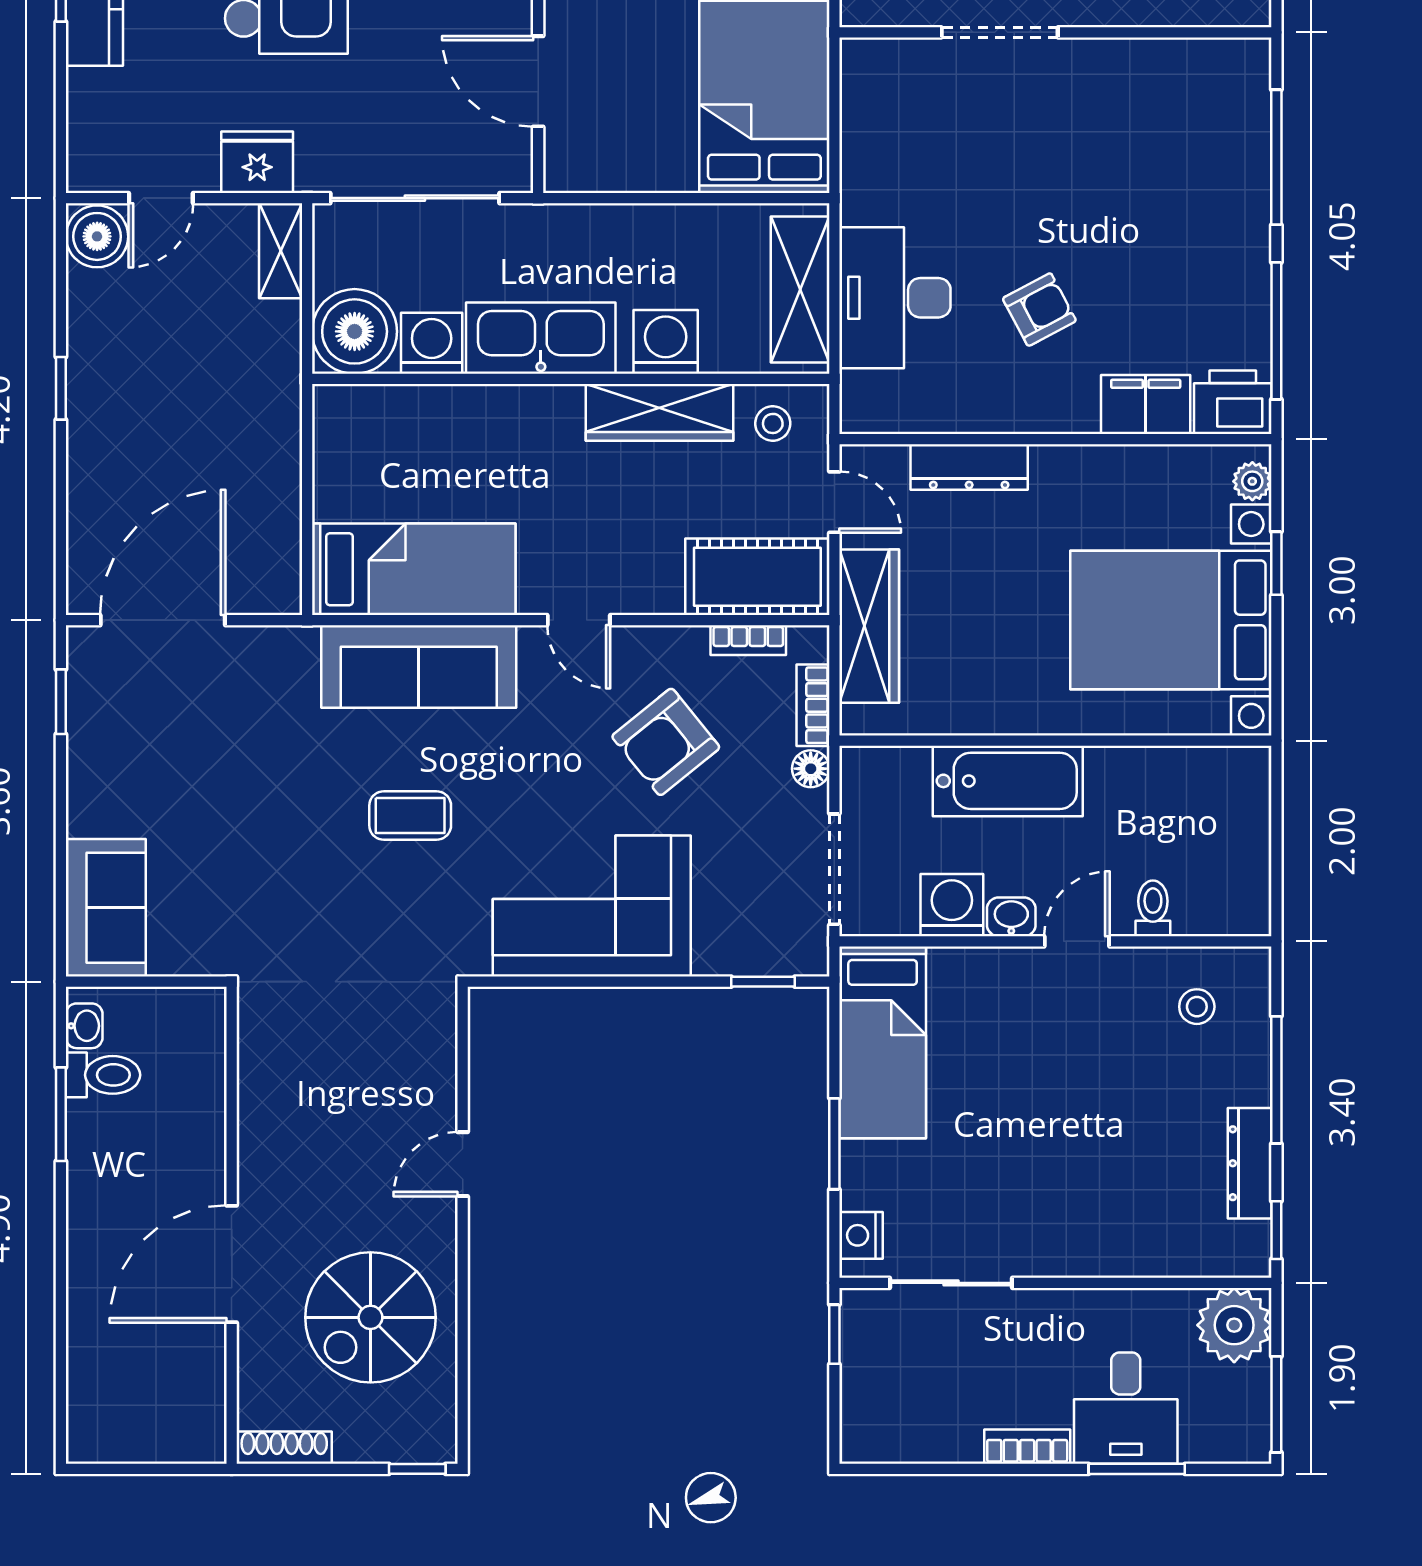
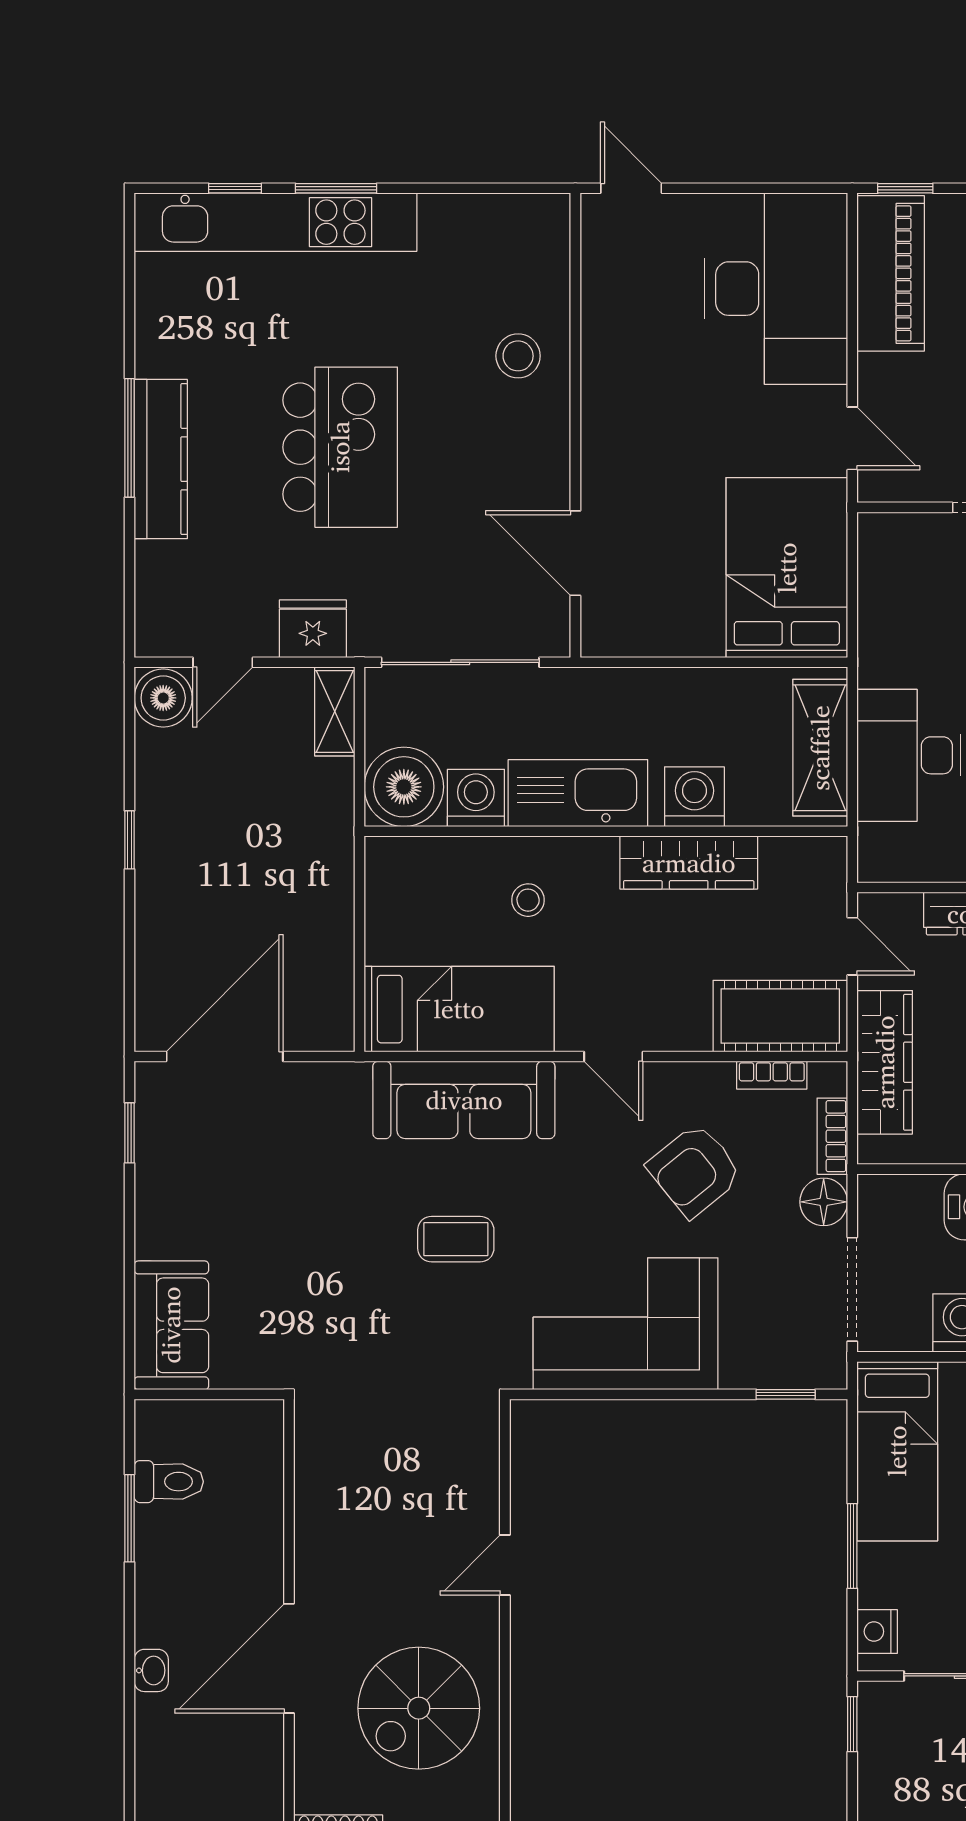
stool: (773, 423) -> (528, 900), moved
floor lamp: (811, 769) -> (824, 1202), width x1.37, depth x1.37
washbasin: (84, 1026) -> (151, 1670), moved

